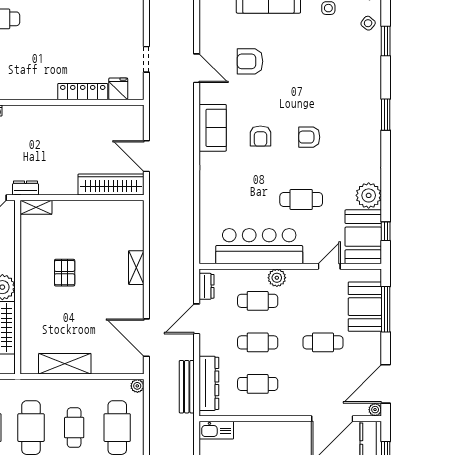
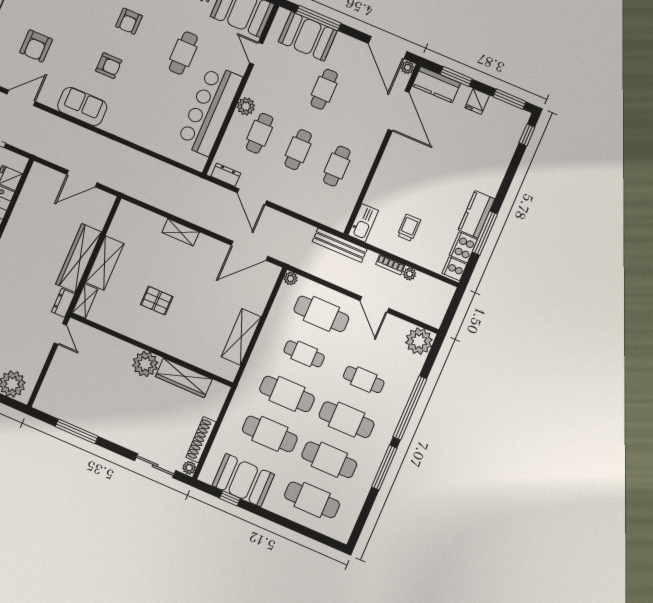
wardrobe: (111, 185) -> (79, 258), moved
shelving: (78, 210) -> (105, 263), added
dresser: (209, 383) -> (317, 211), removed
bench: (187, 387) -> (340, 245), moved

